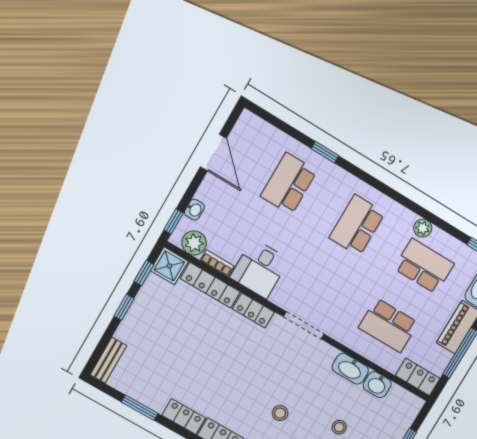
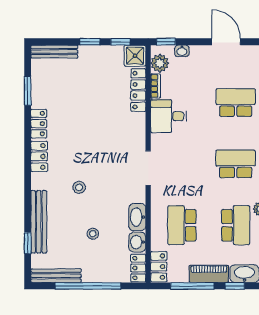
door: (213, 153) -> (226, 42), swing flipped
locker: (253, 310) -> (138, 268), moved
bench: (108, 360) -> (54, 52), width x1.36

